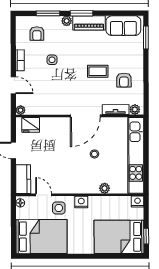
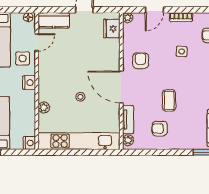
armchair: (61, 98) -> (141, 61), added

